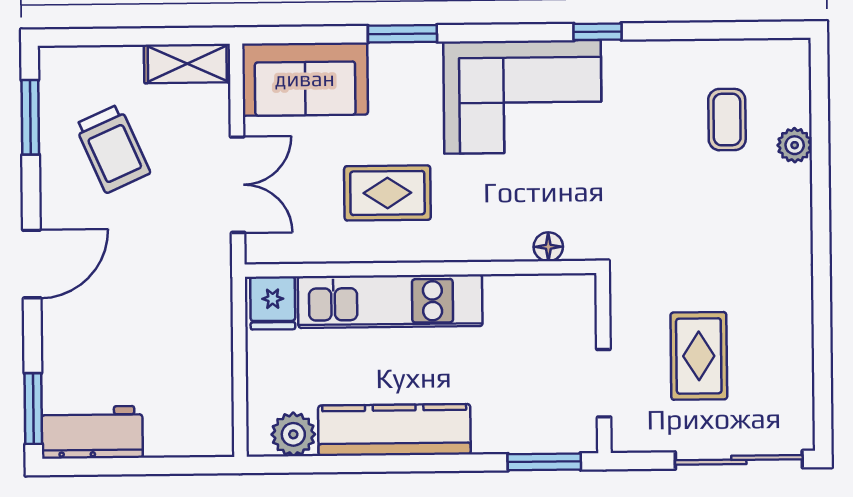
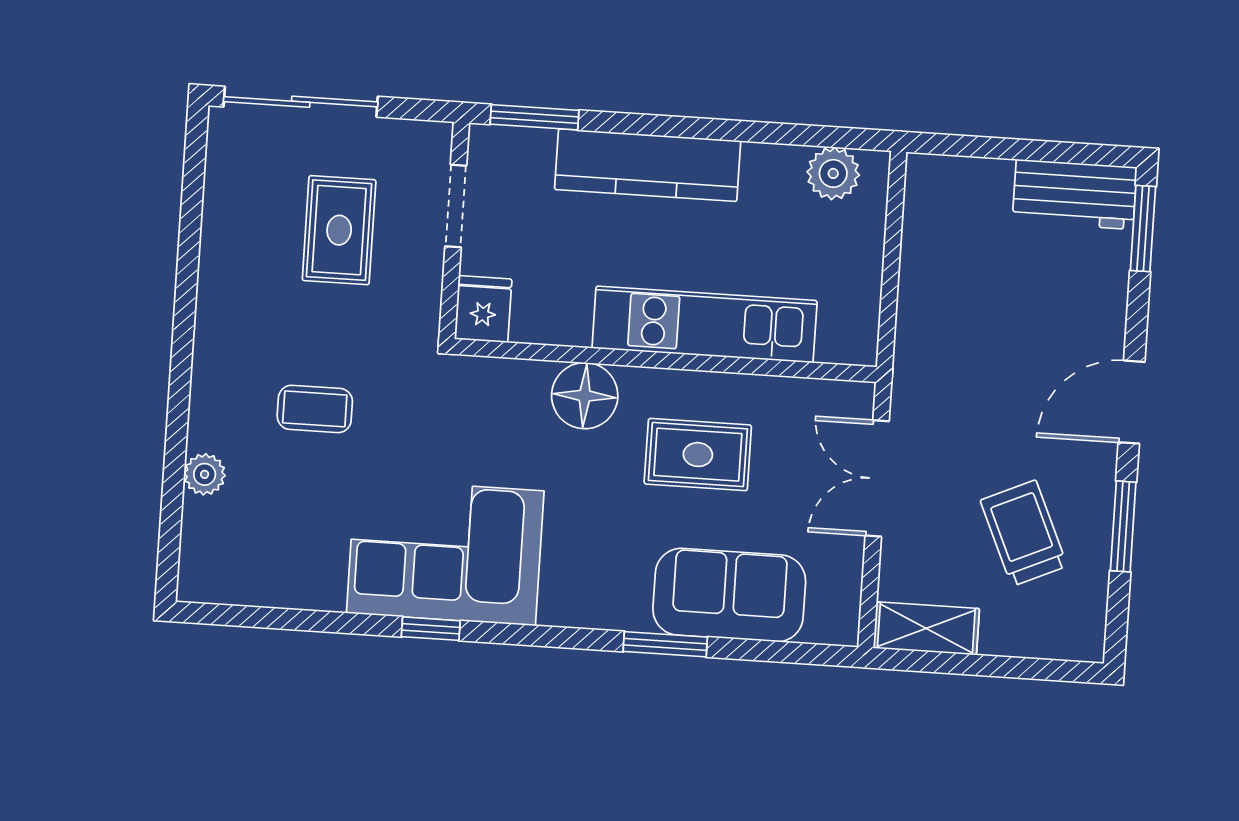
sofa: (305, 79) -> (729, 595), moved
corner sofa: (523, 97) -> (445, 552), moved
window: (30, 117) -> (1123, 526), moved
coffee table: (727, 120) -> (315, 409), moved, turned 90
floor lamp: (548, 247) -> (585, 396), moved, width x1.89, depth x1.89
fridge: (273, 303) -> (483, 309), moved
kitchen counter: (394, 430) -> (648, 165), moved

